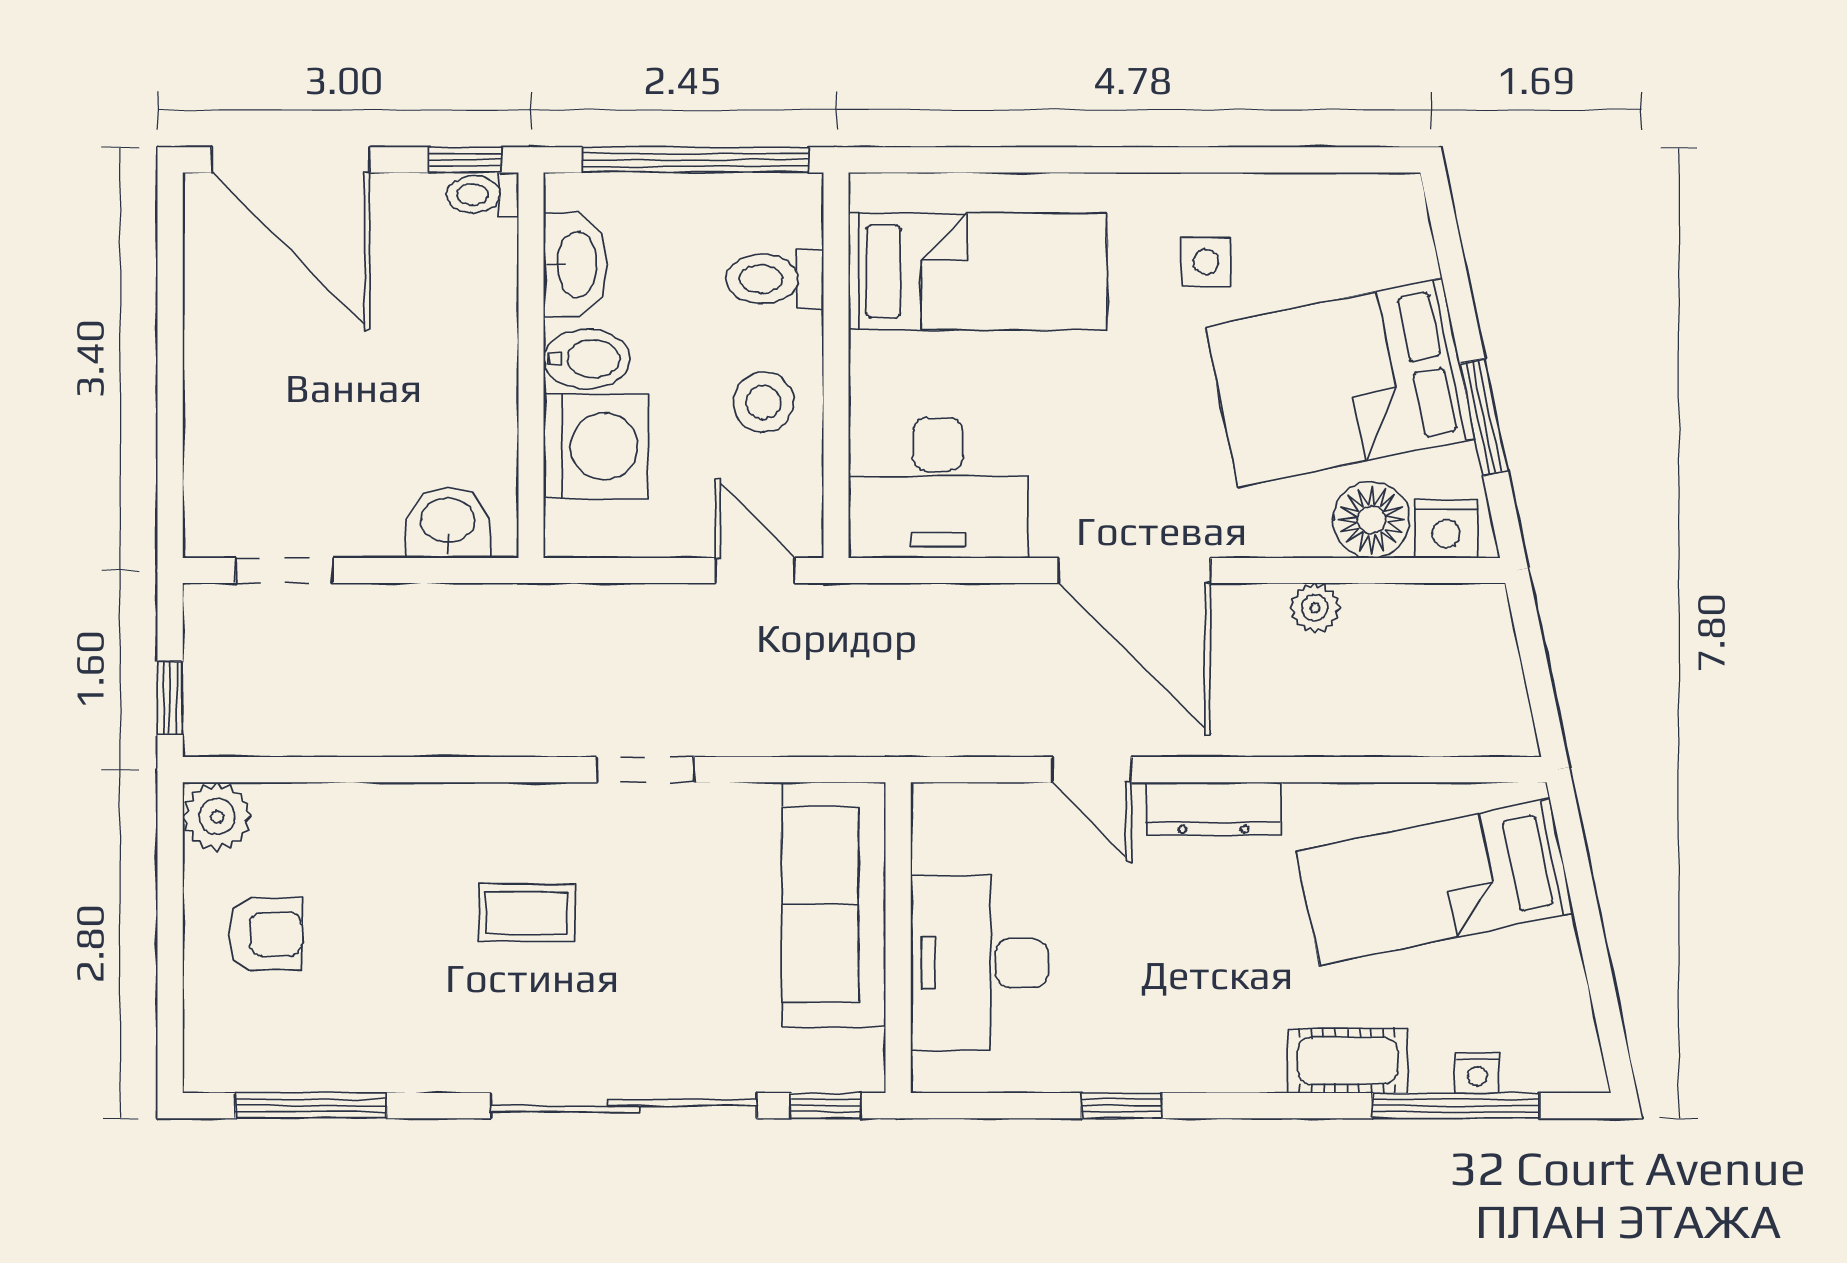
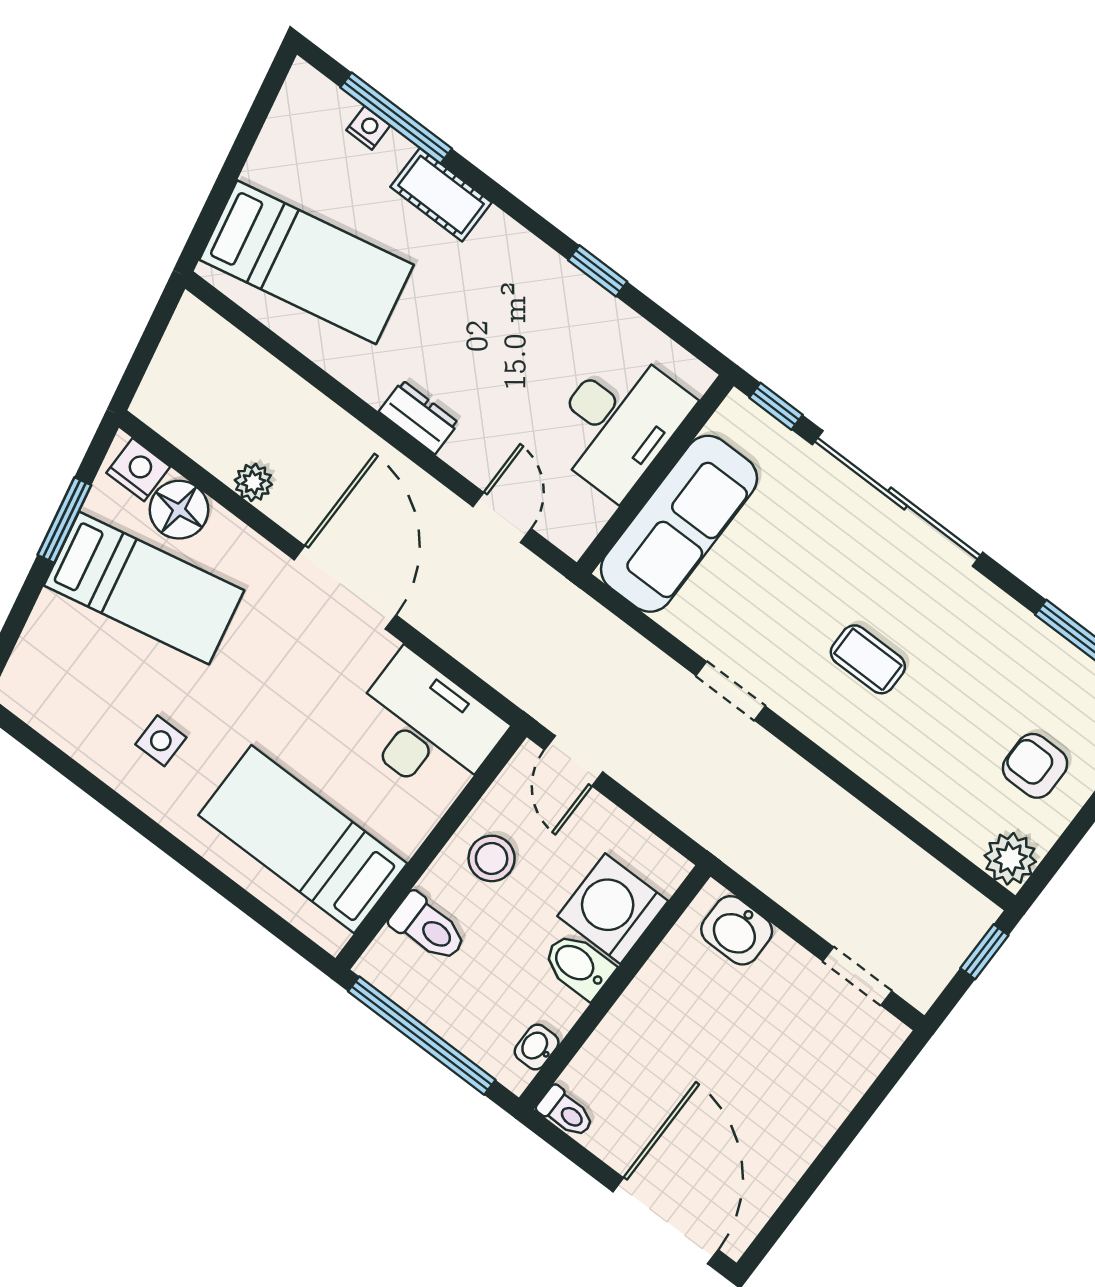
window: (465, 160) -> (561, 1141), removed
washbasin: (575, 265) -> (537, 1047), width x0.52, depth x0.69
bed: (1340, 383) -> (144, 588), width x0.67
door: (1091, 770) -> (502, 517), moved
dresser: (1214, 809) -> (419, 417), width x0.70

